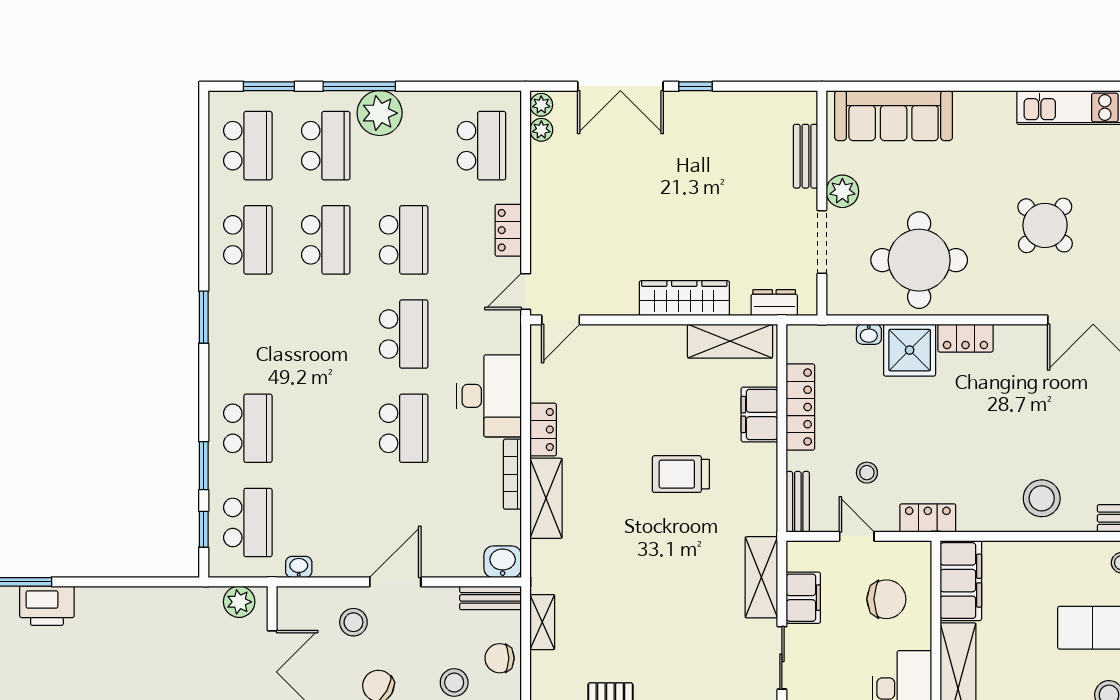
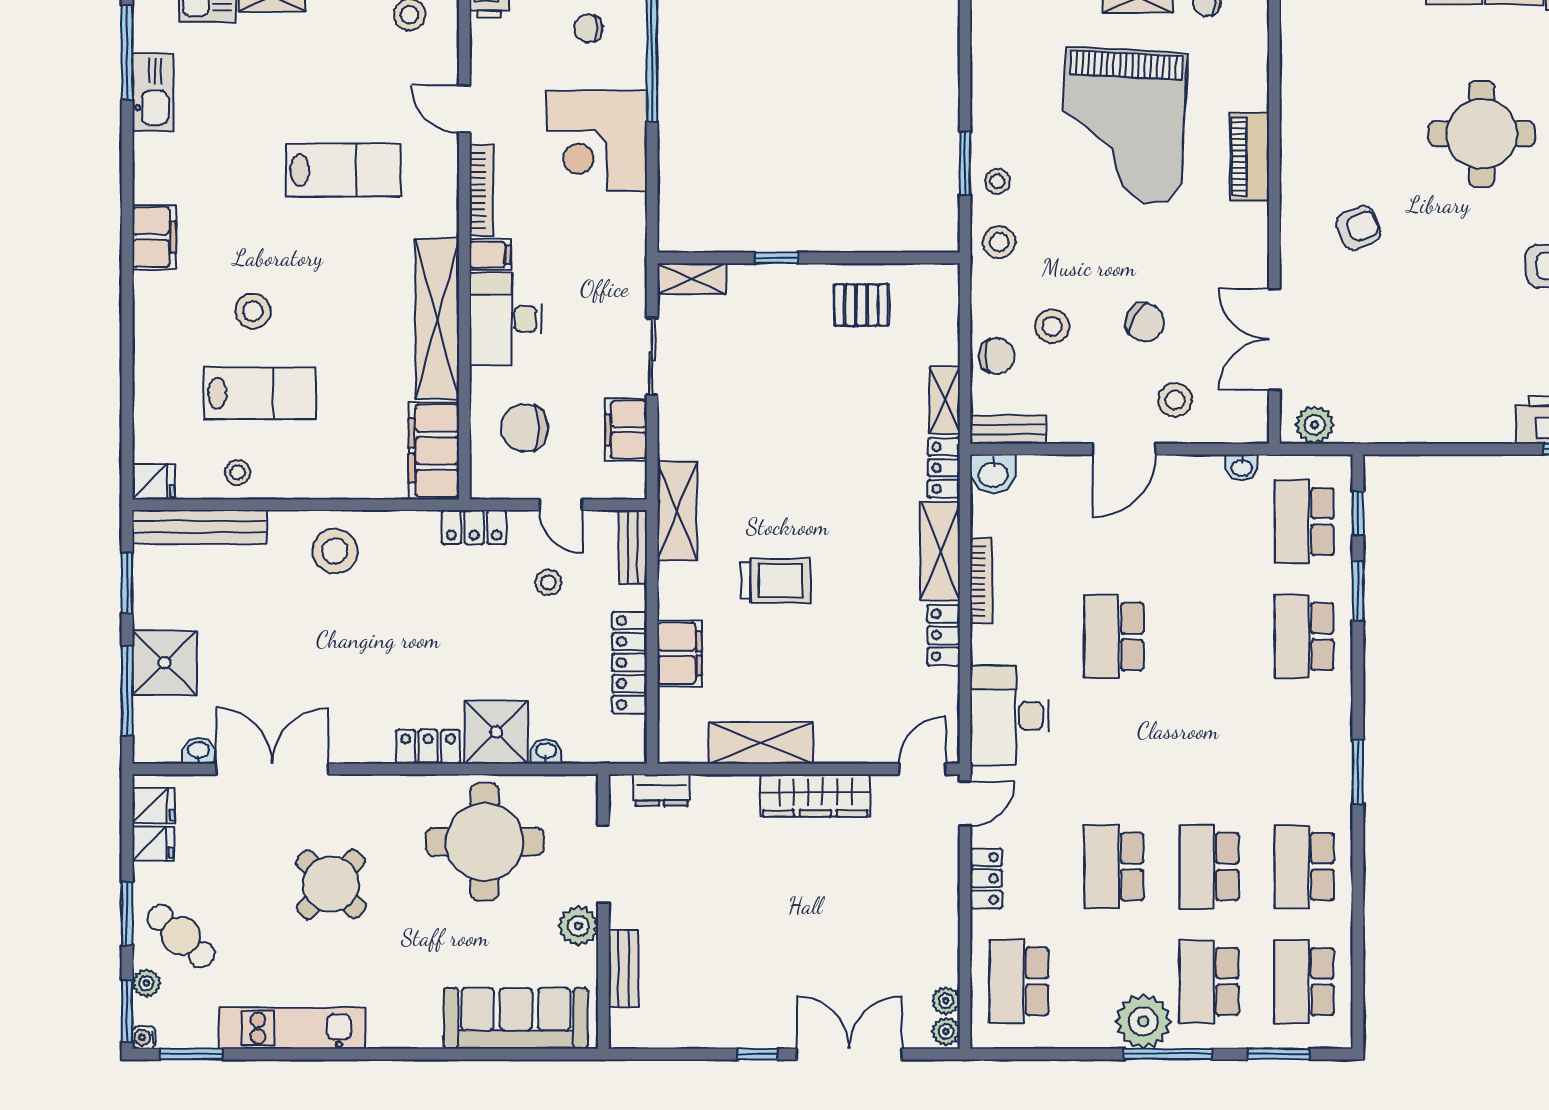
wardrobe: (684, 298) -> (815, 795), moved
school desk: (404, 334) -> (1114, 752), removed
shelving: (730, 341) -> (761, 743), moved
desk: (489, 396) -> (1010, 716), moved
locker: (543, 566) -> (944, 468), added
shelving: (761, 577) -> (677, 511), moved

